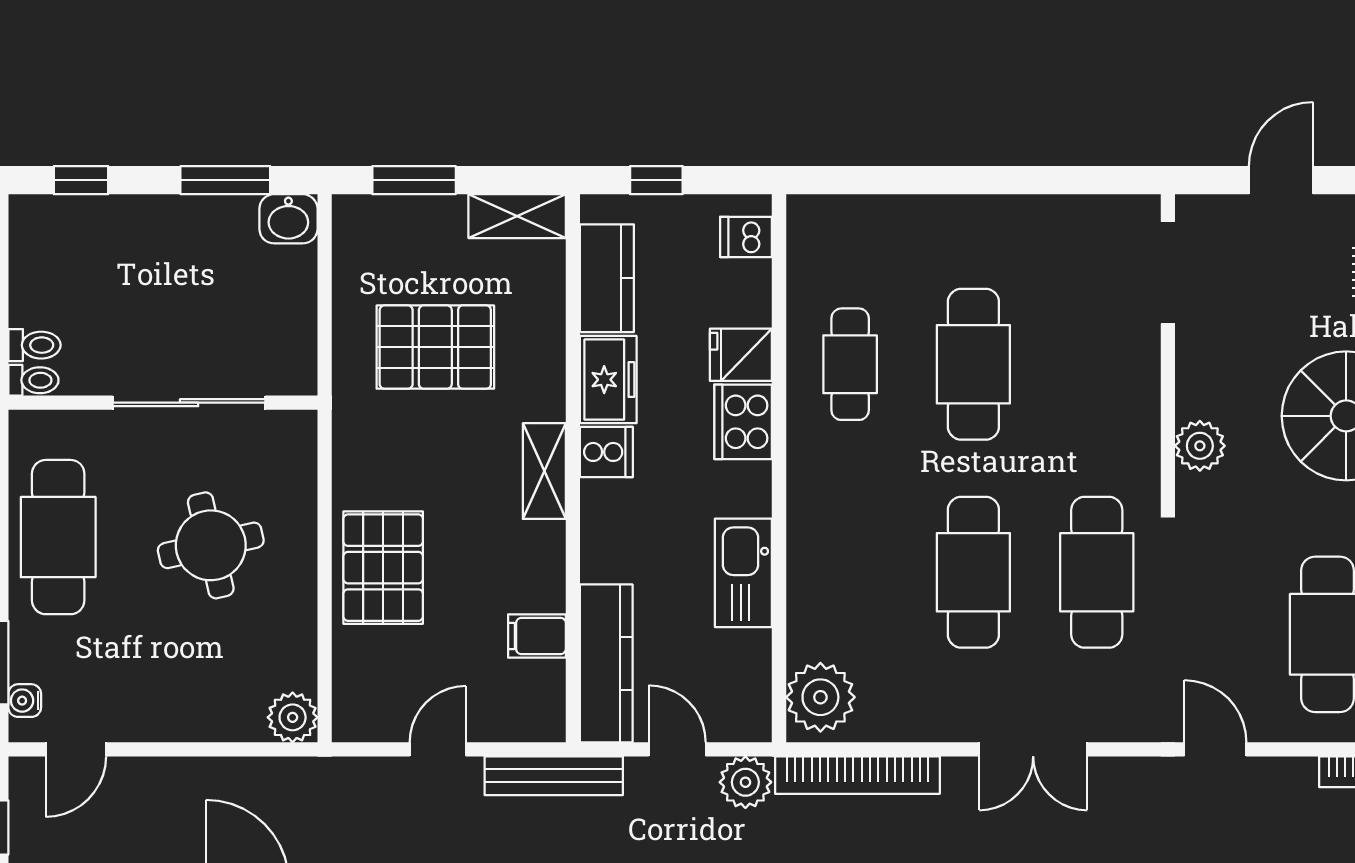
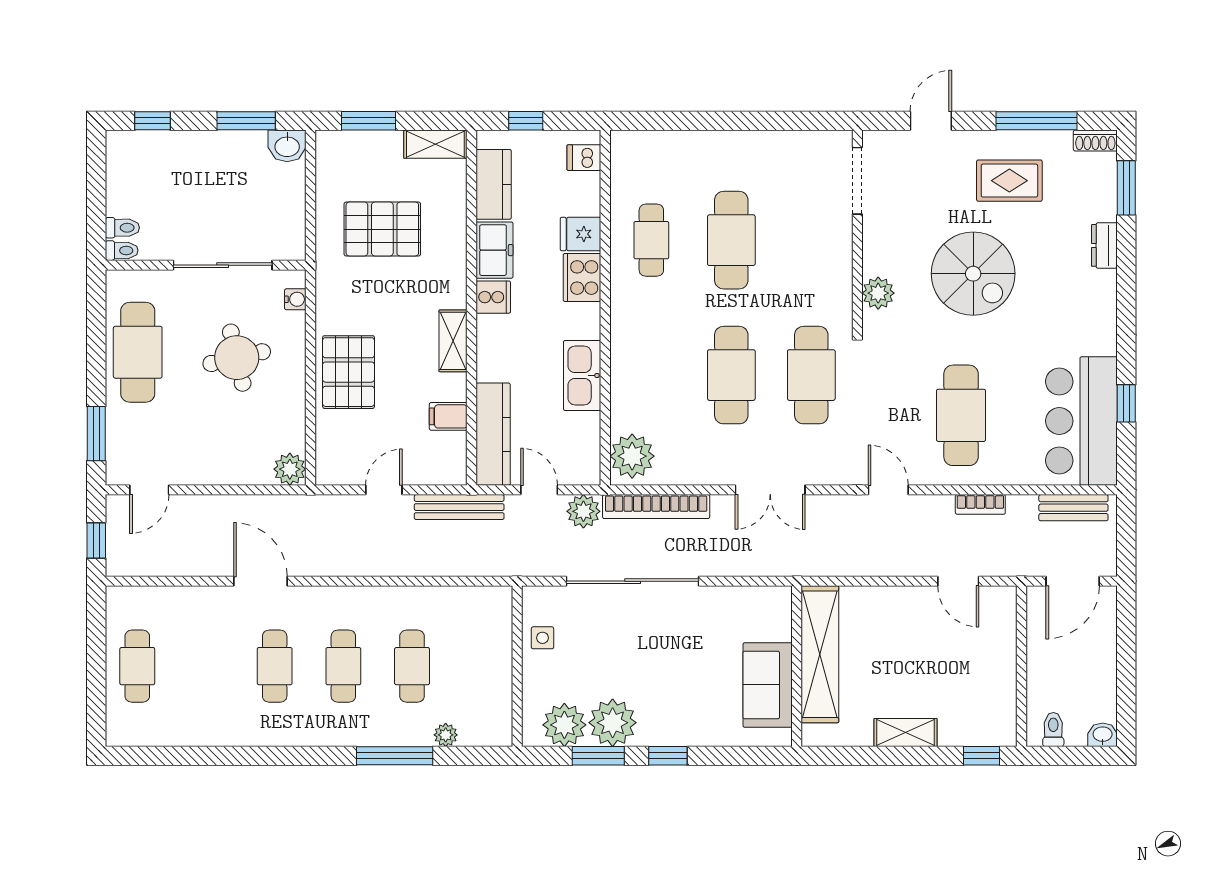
shelving: (544, 471) -> (453, 341), moved
water cooler: (25, 701) -> (295, 299), moved, turned 180

